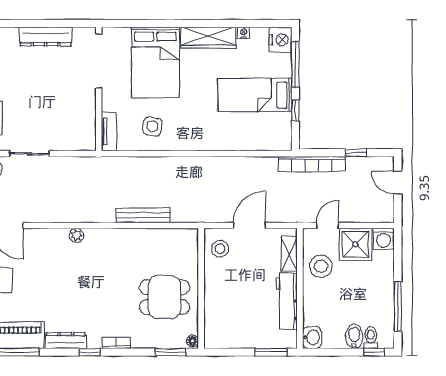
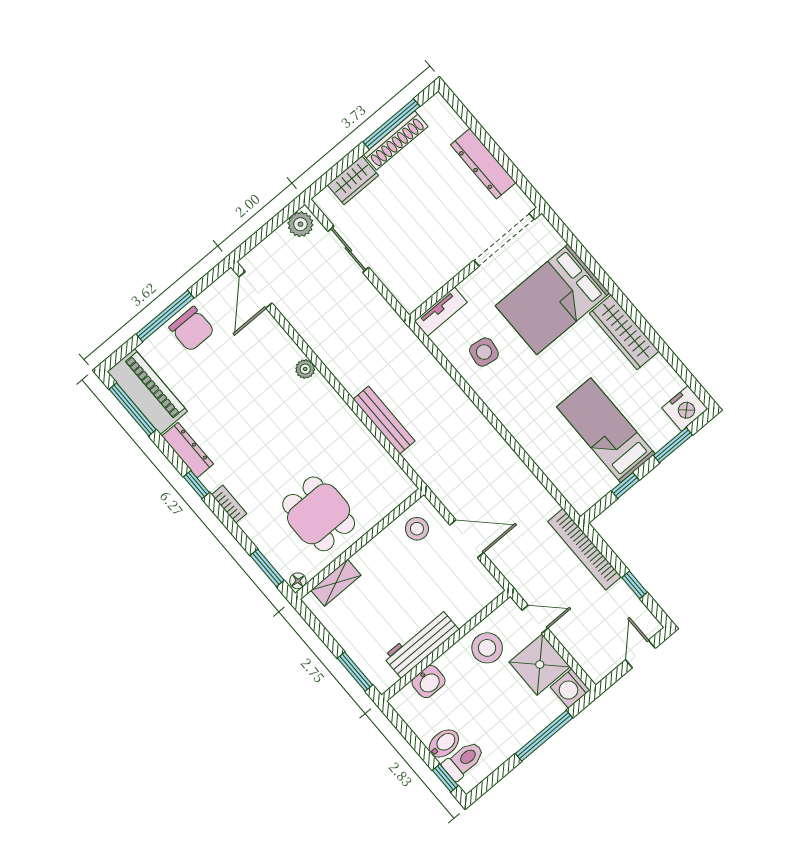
nightstand: (244, 33) -> (660, 364), removed
window: (295, 64) -> (673, 445), width x0.69
shelving: (289, 254) -> (336, 583), moved
window: (398, 306) -> (544, 736), moved
washbasin: (312, 338) -> (429, 682), moved
toilet: (371, 338) -> (464, 761), width x1.37, depth x1.39

